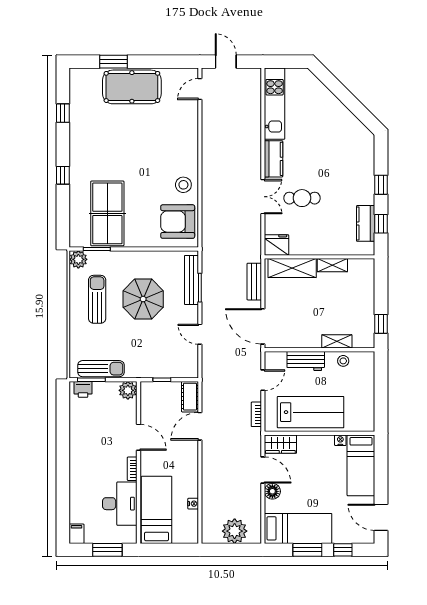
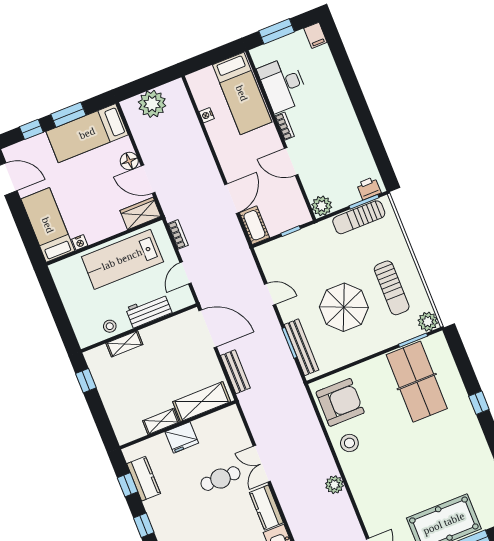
plant: (210, 155) -> (334, 485), added
fridge: (277, 245) -> (182, 437), moved

